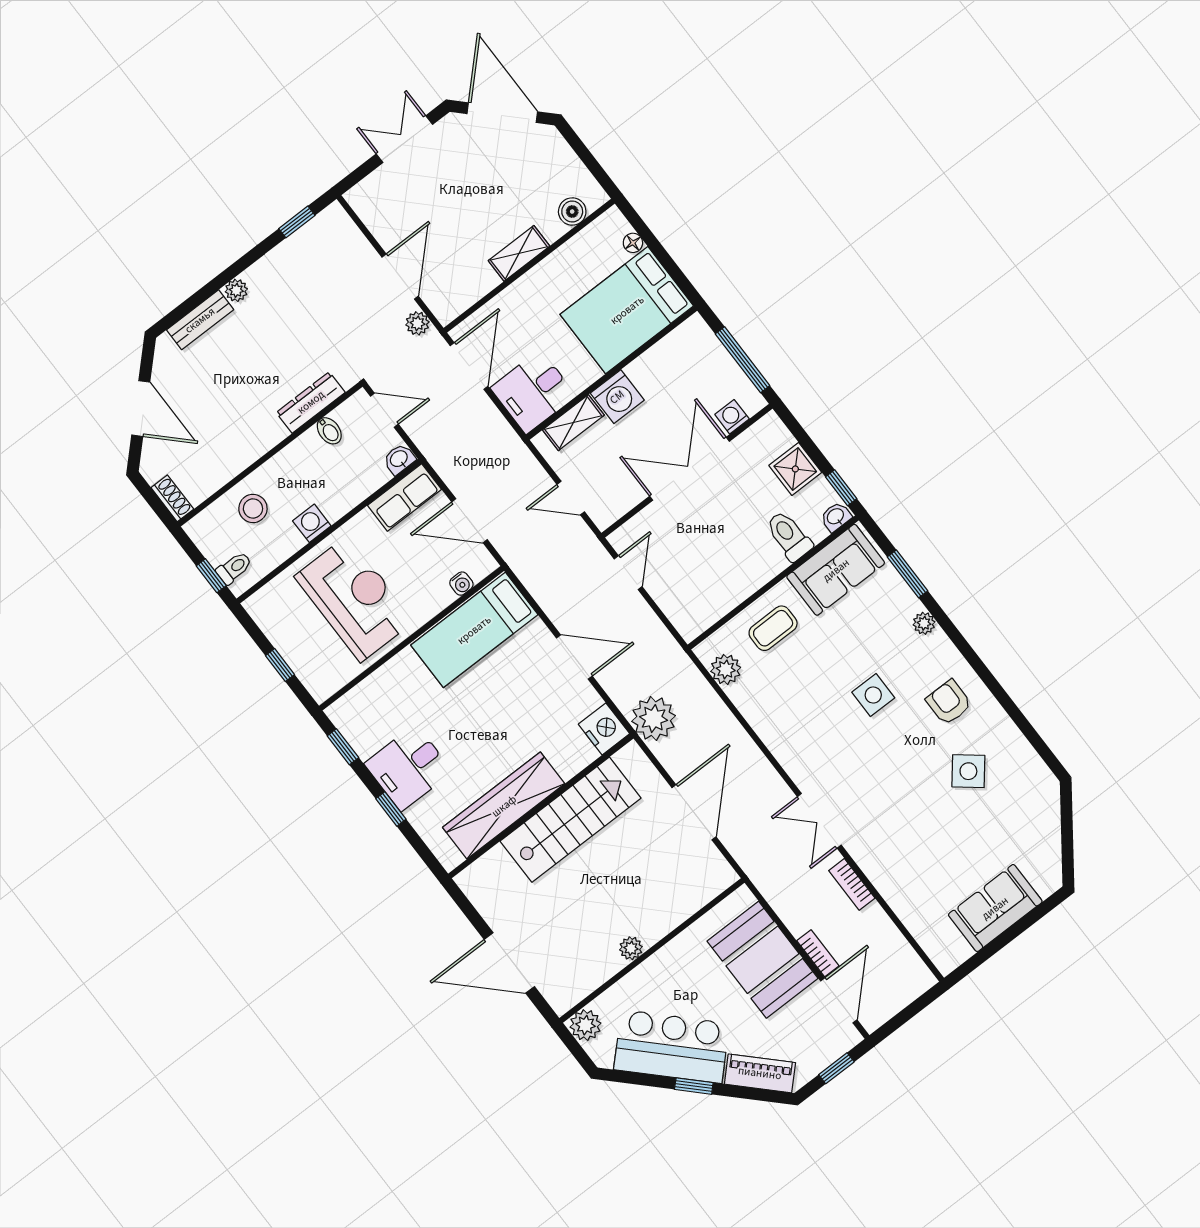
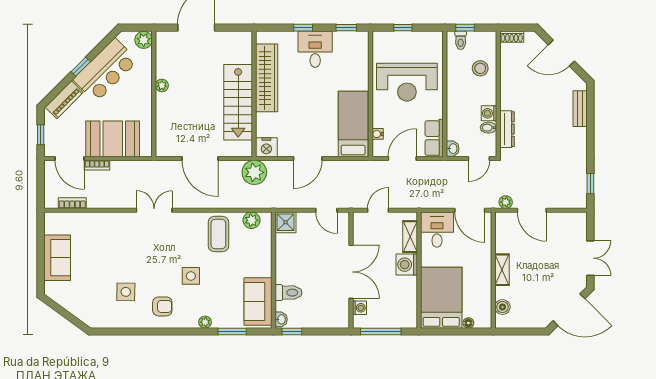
plant: (236, 290) -> (581, 134), removed
shower: (795, 469) -> (286, 222), moved
washing machine: (312, 523) -> (489, 113), moved, turned 180
coffee table: (773, 628) -> (218, 234), moved, width x1.36, depth x1.30
side table: (968, 771) -> (126, 292), turned -38
bookcase: (852, 884) -> (72, 203), moved

